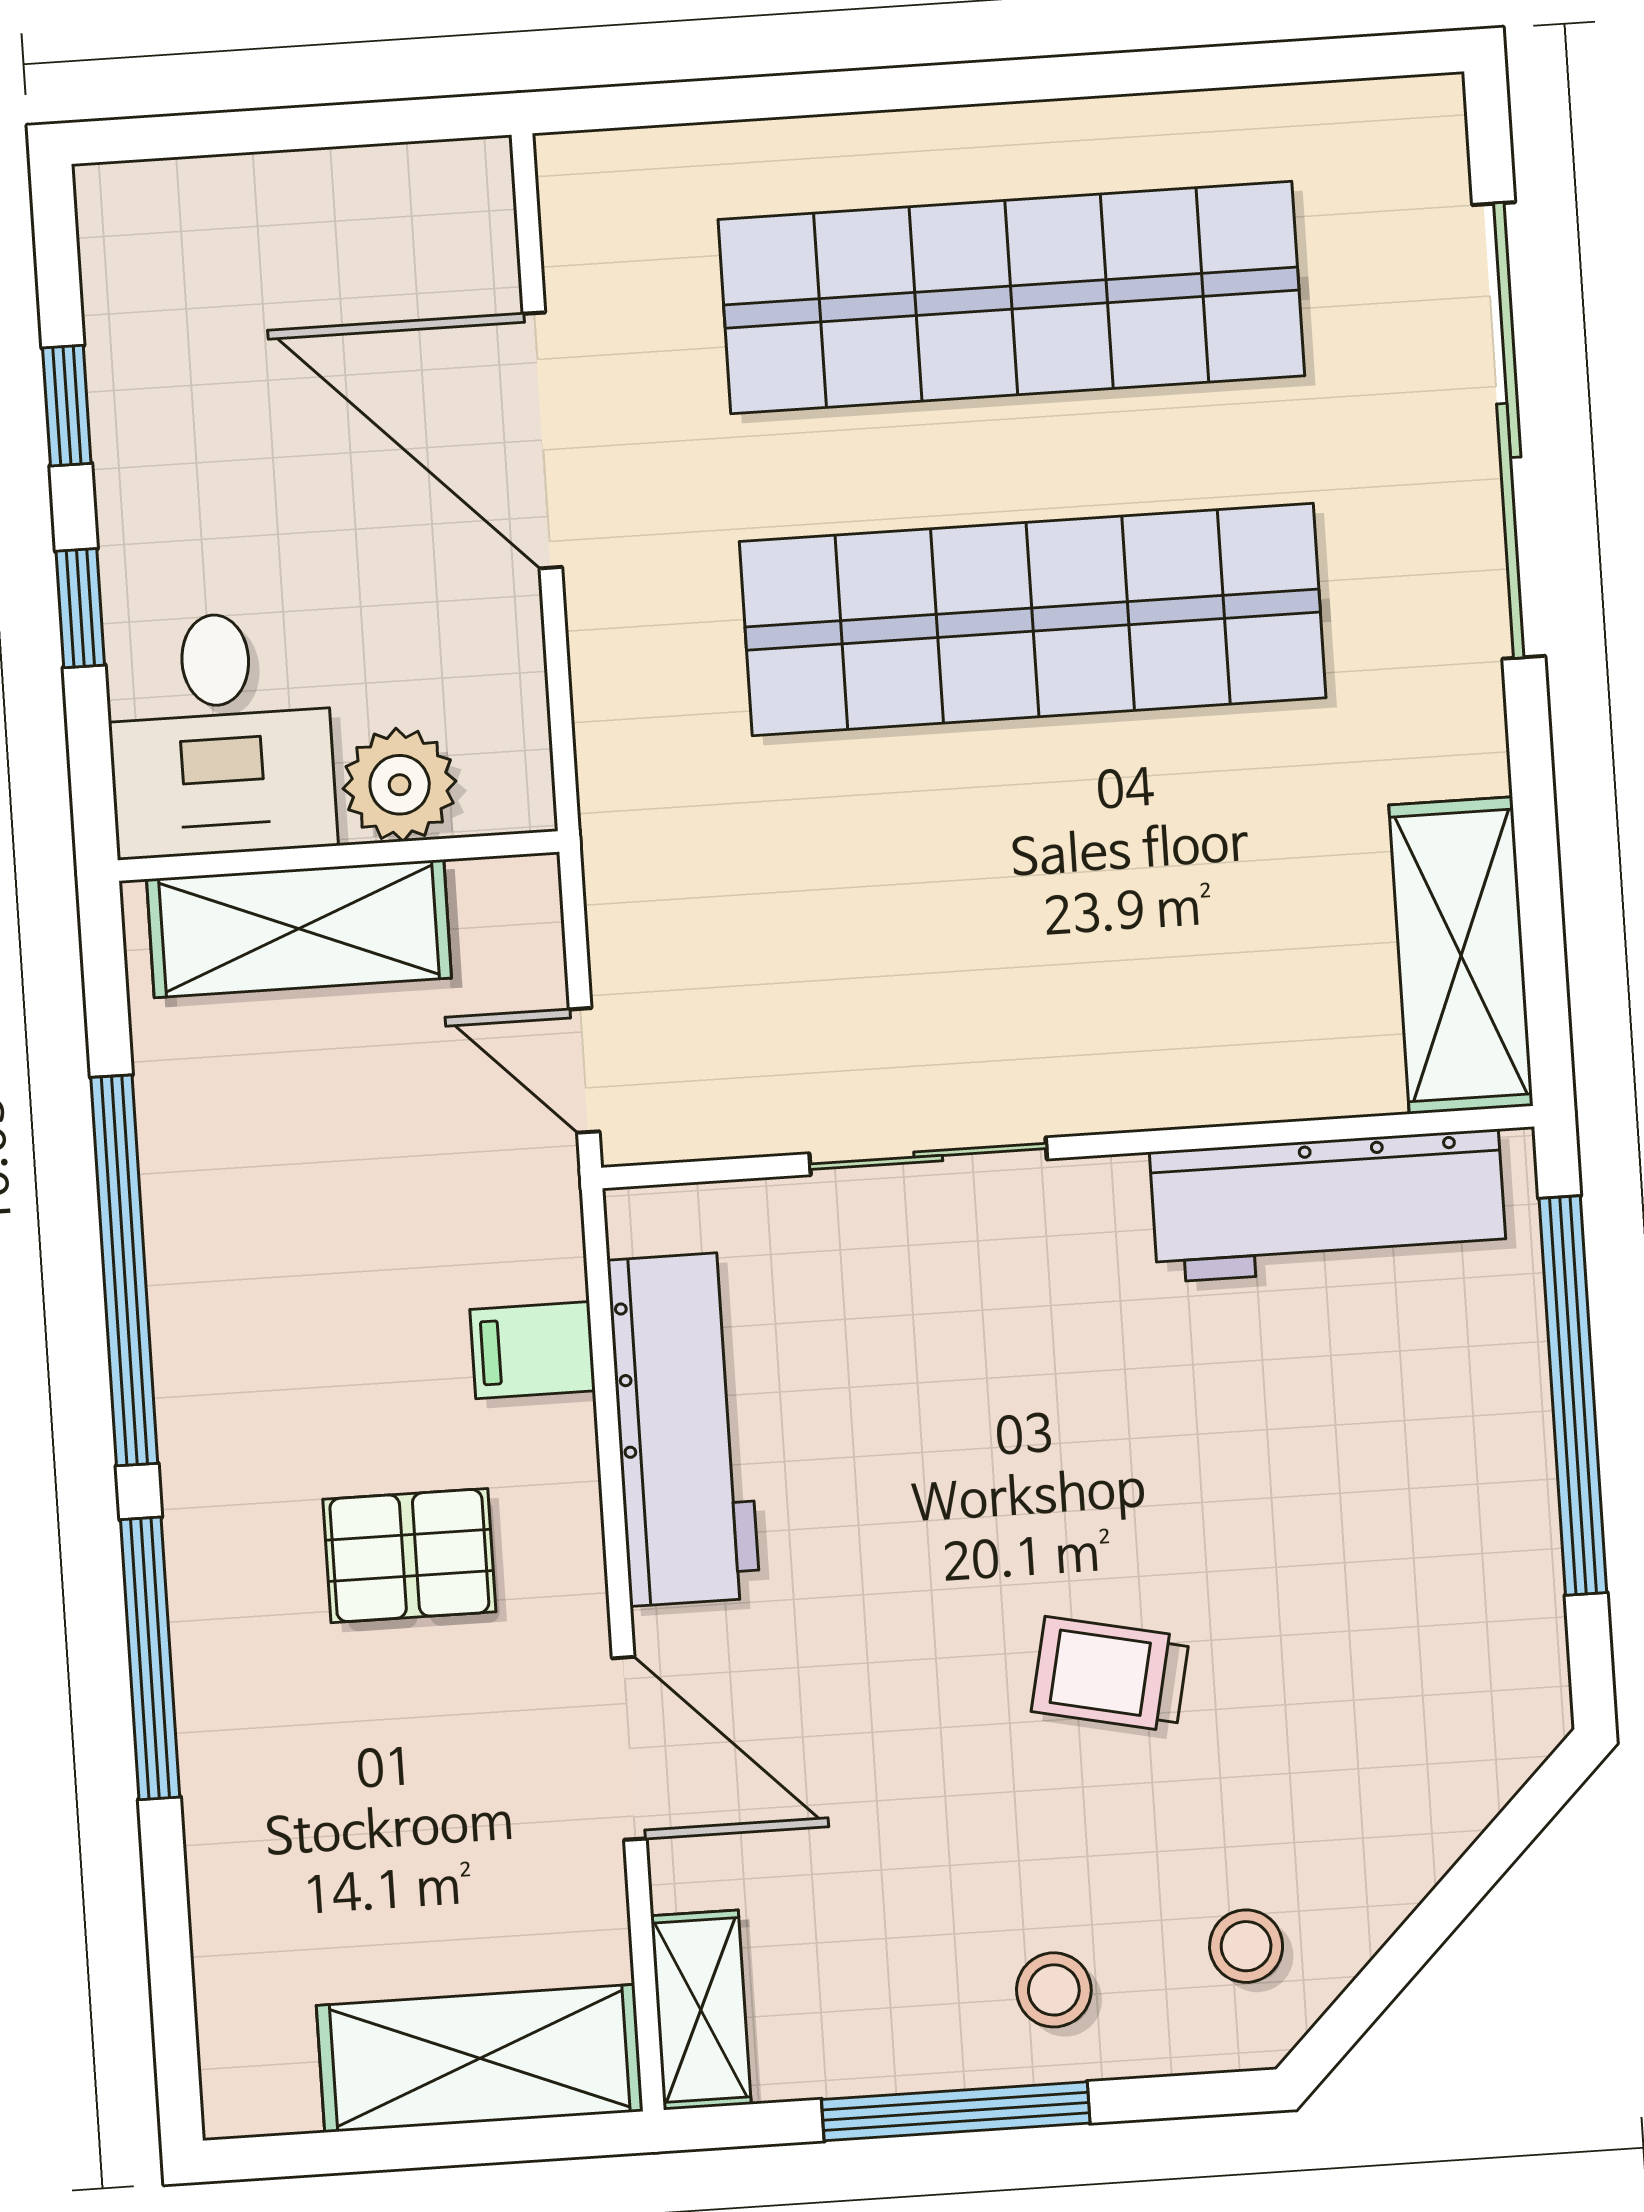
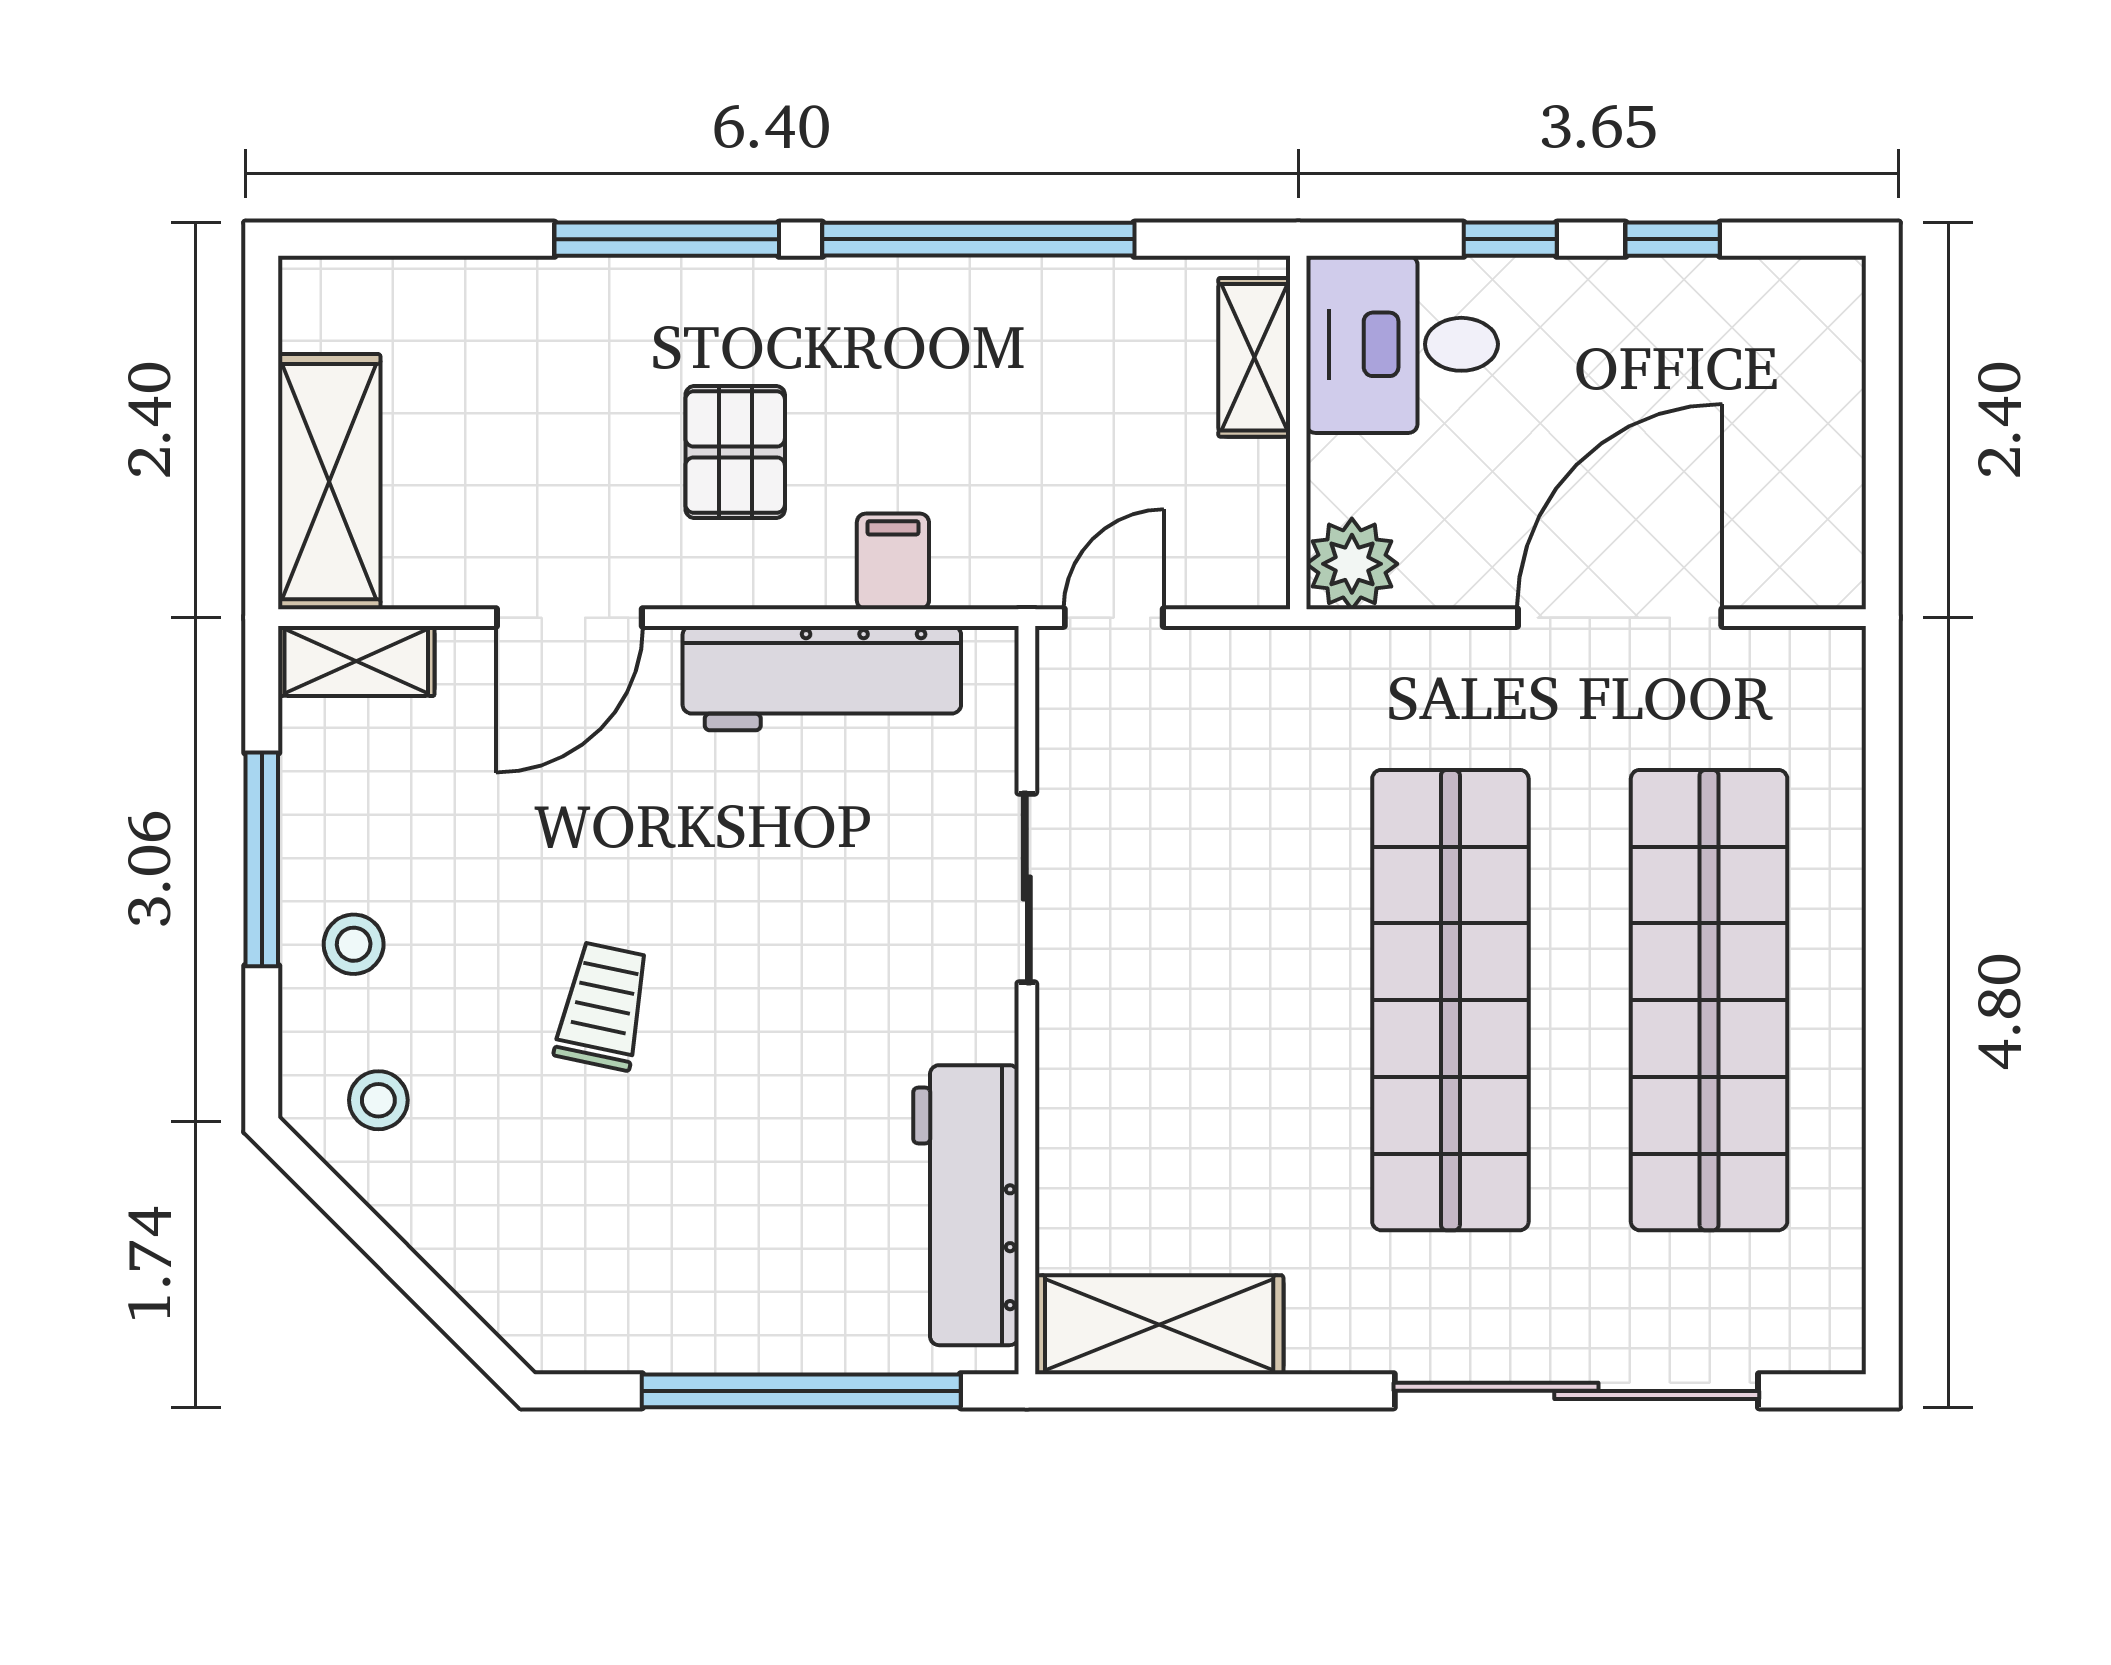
plant: (400, 785) -> (1352, 564), moved
shelving: (299, 929) -> (1254, 357), width x0.67, depth x0.75

